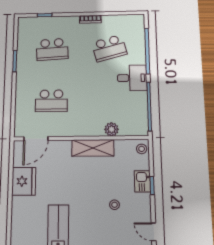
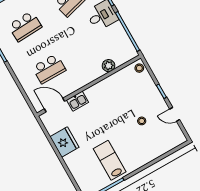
door: (36, 139) -> (55, 105), swing flipped
shelving: (93, 148) -> (102, 88), removed
kitchen sink: (142, 181) -> (78, 101), moved, turned -90
door: (154, 232) -> (175, 114), moved

